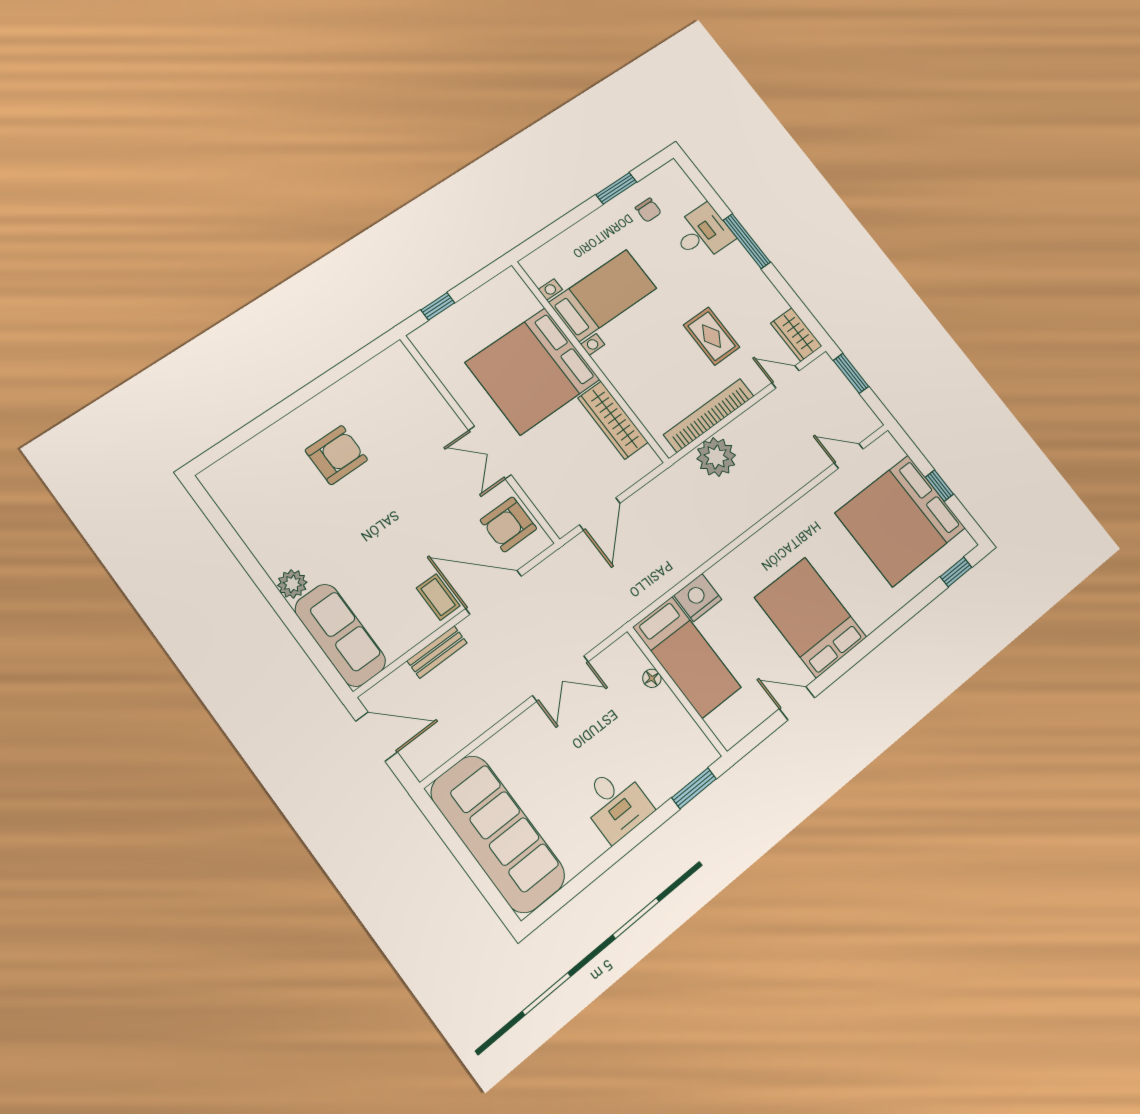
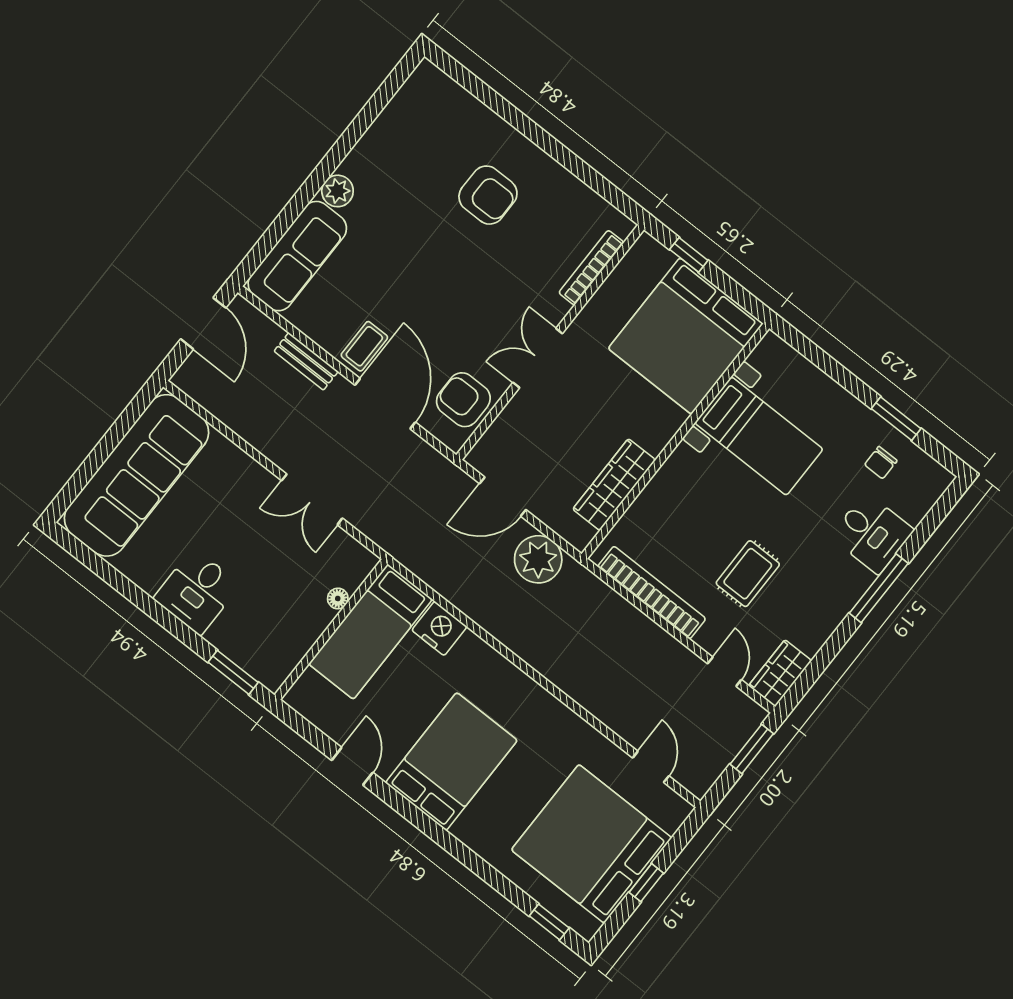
bed: (533, 371) -> (686, 336), moved, turned -90
bookcase: (425, 387) -> (591, 268), added
plant: (716, 457) -> (538, 559), moved

